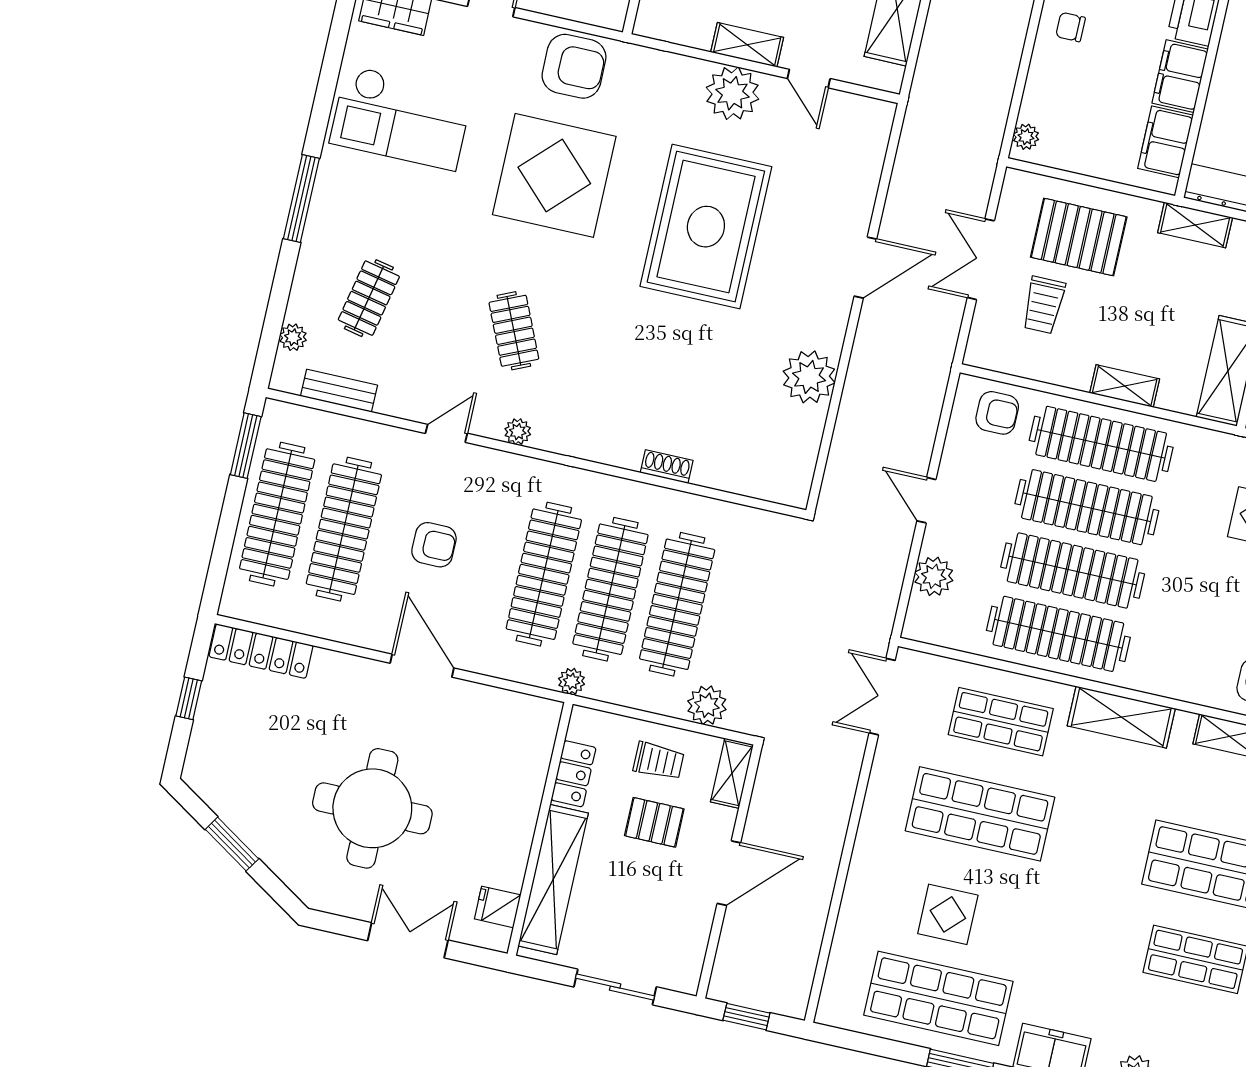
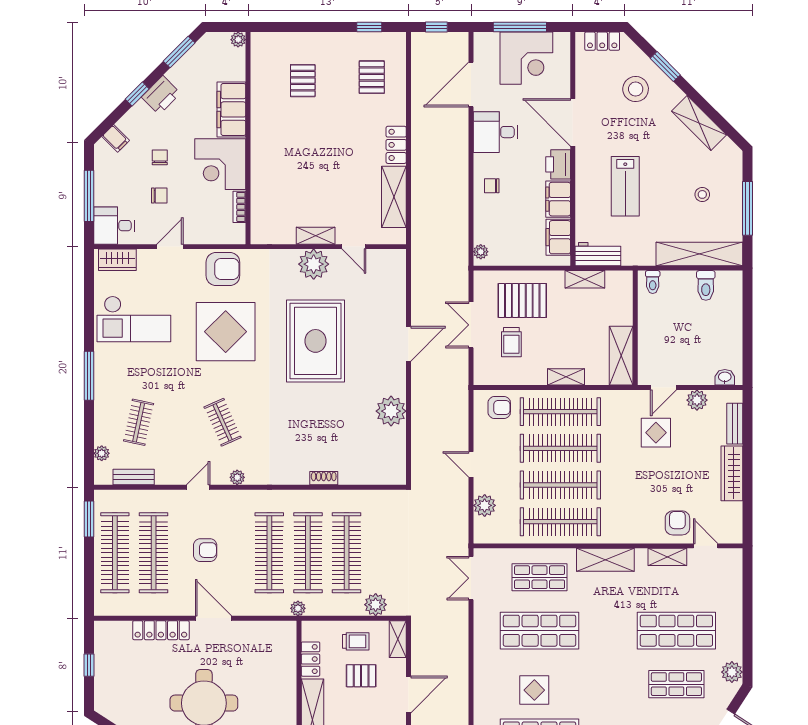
locker: (261, 651) -> (161, 630), moved

